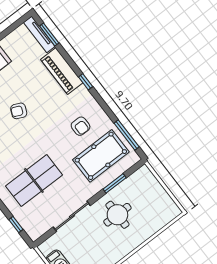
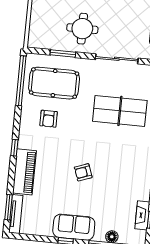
armchair: (19, 111) -> (83, 172), turned 136
armchair: (81, 126) -> (49, 119), turned 180
window: (127, 135) -> (21, 81), width x1.46

